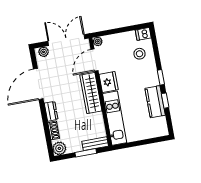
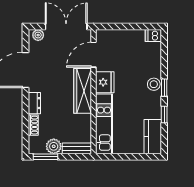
plant: (98, 41) -> (101, 35), removed
stool: (139, 54) -> (154, 84), moved
kitchen counter: (155, 102) -> (153, 137), moved
plant: (59, 148) -> (54, 146), moved
window: (86, 153) -> (46, 157), moved

